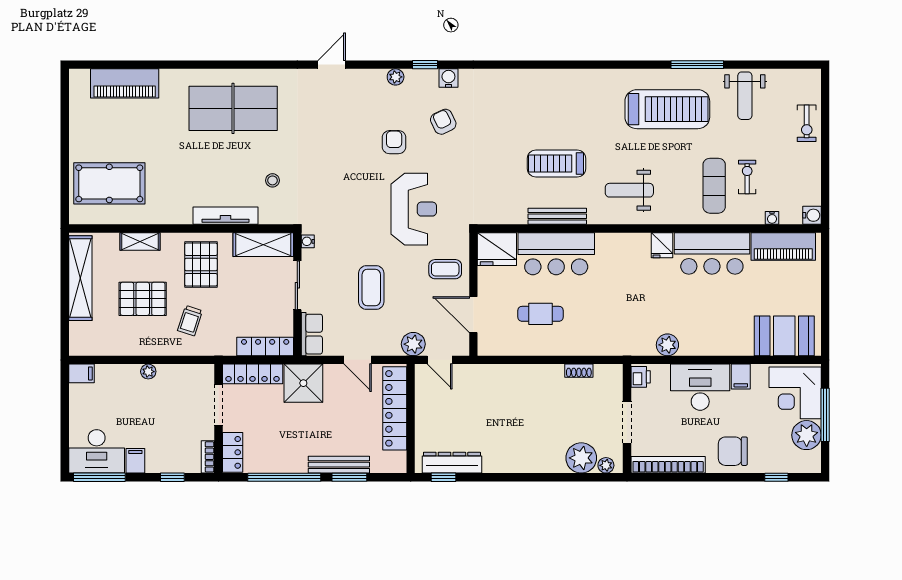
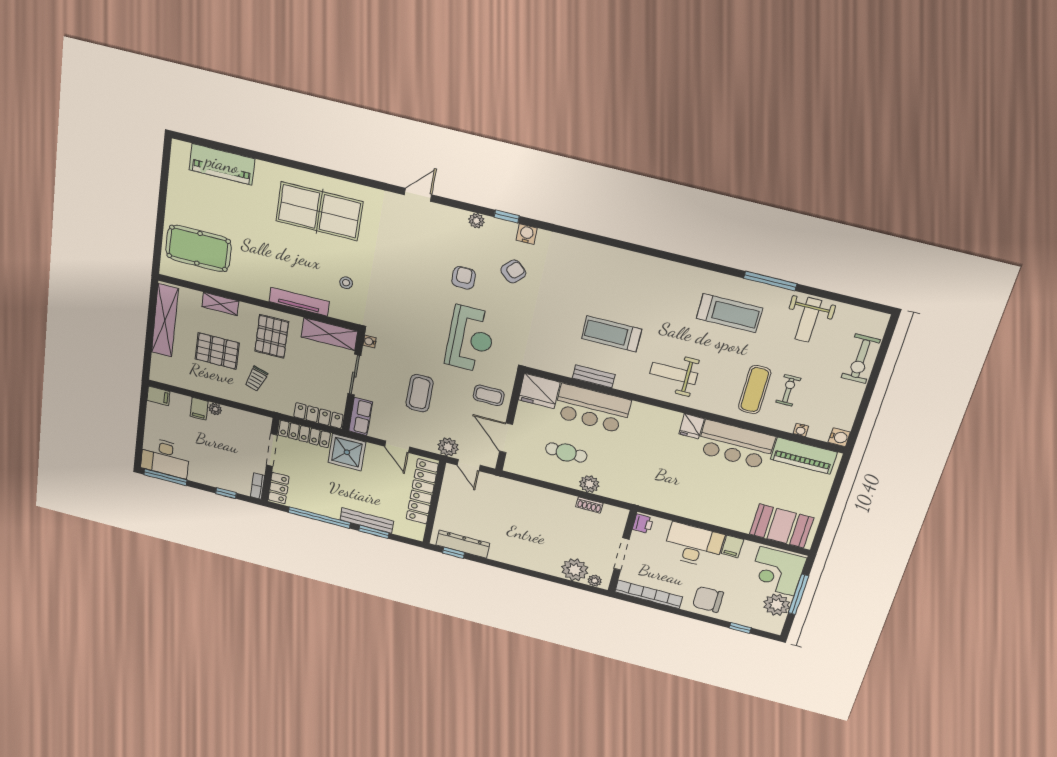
treadmill: (667, 109) -> (729, 313), width x0.73, depth x0.73
armchair: (443, 122) -> (513, 271), turned 69
exercise bike: (807, 123) -> (861, 359), width x1.38, depth x1.39
bench: (557, 216) -> (594, 376), width x0.73
plant: (667, 345) -> (589, 484), moved
filing cabinet: (135, 461) -> (199, 409), moved, turned 180

